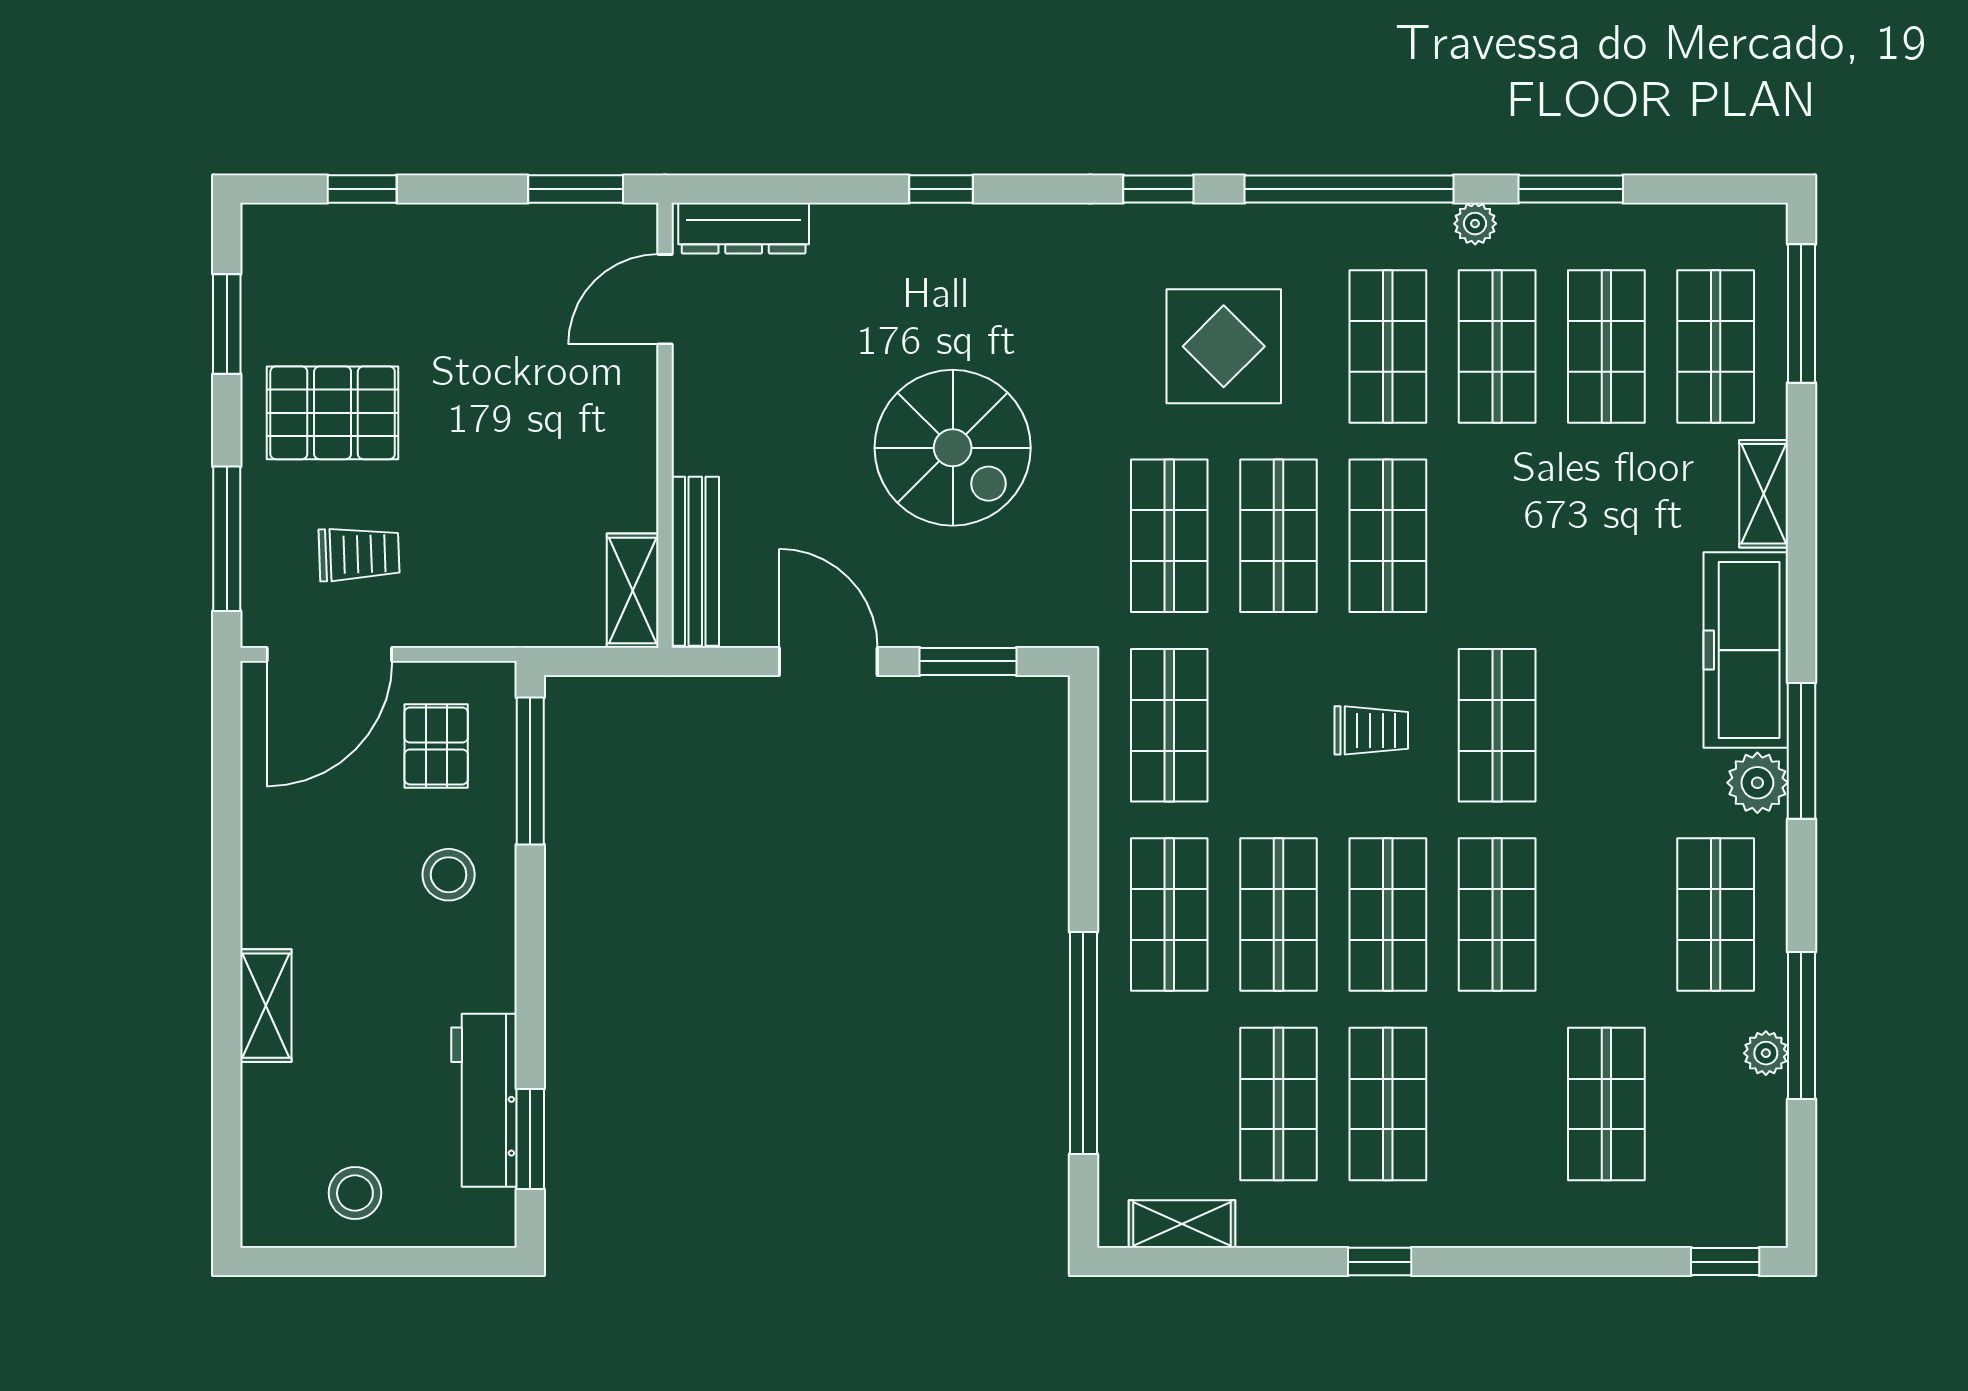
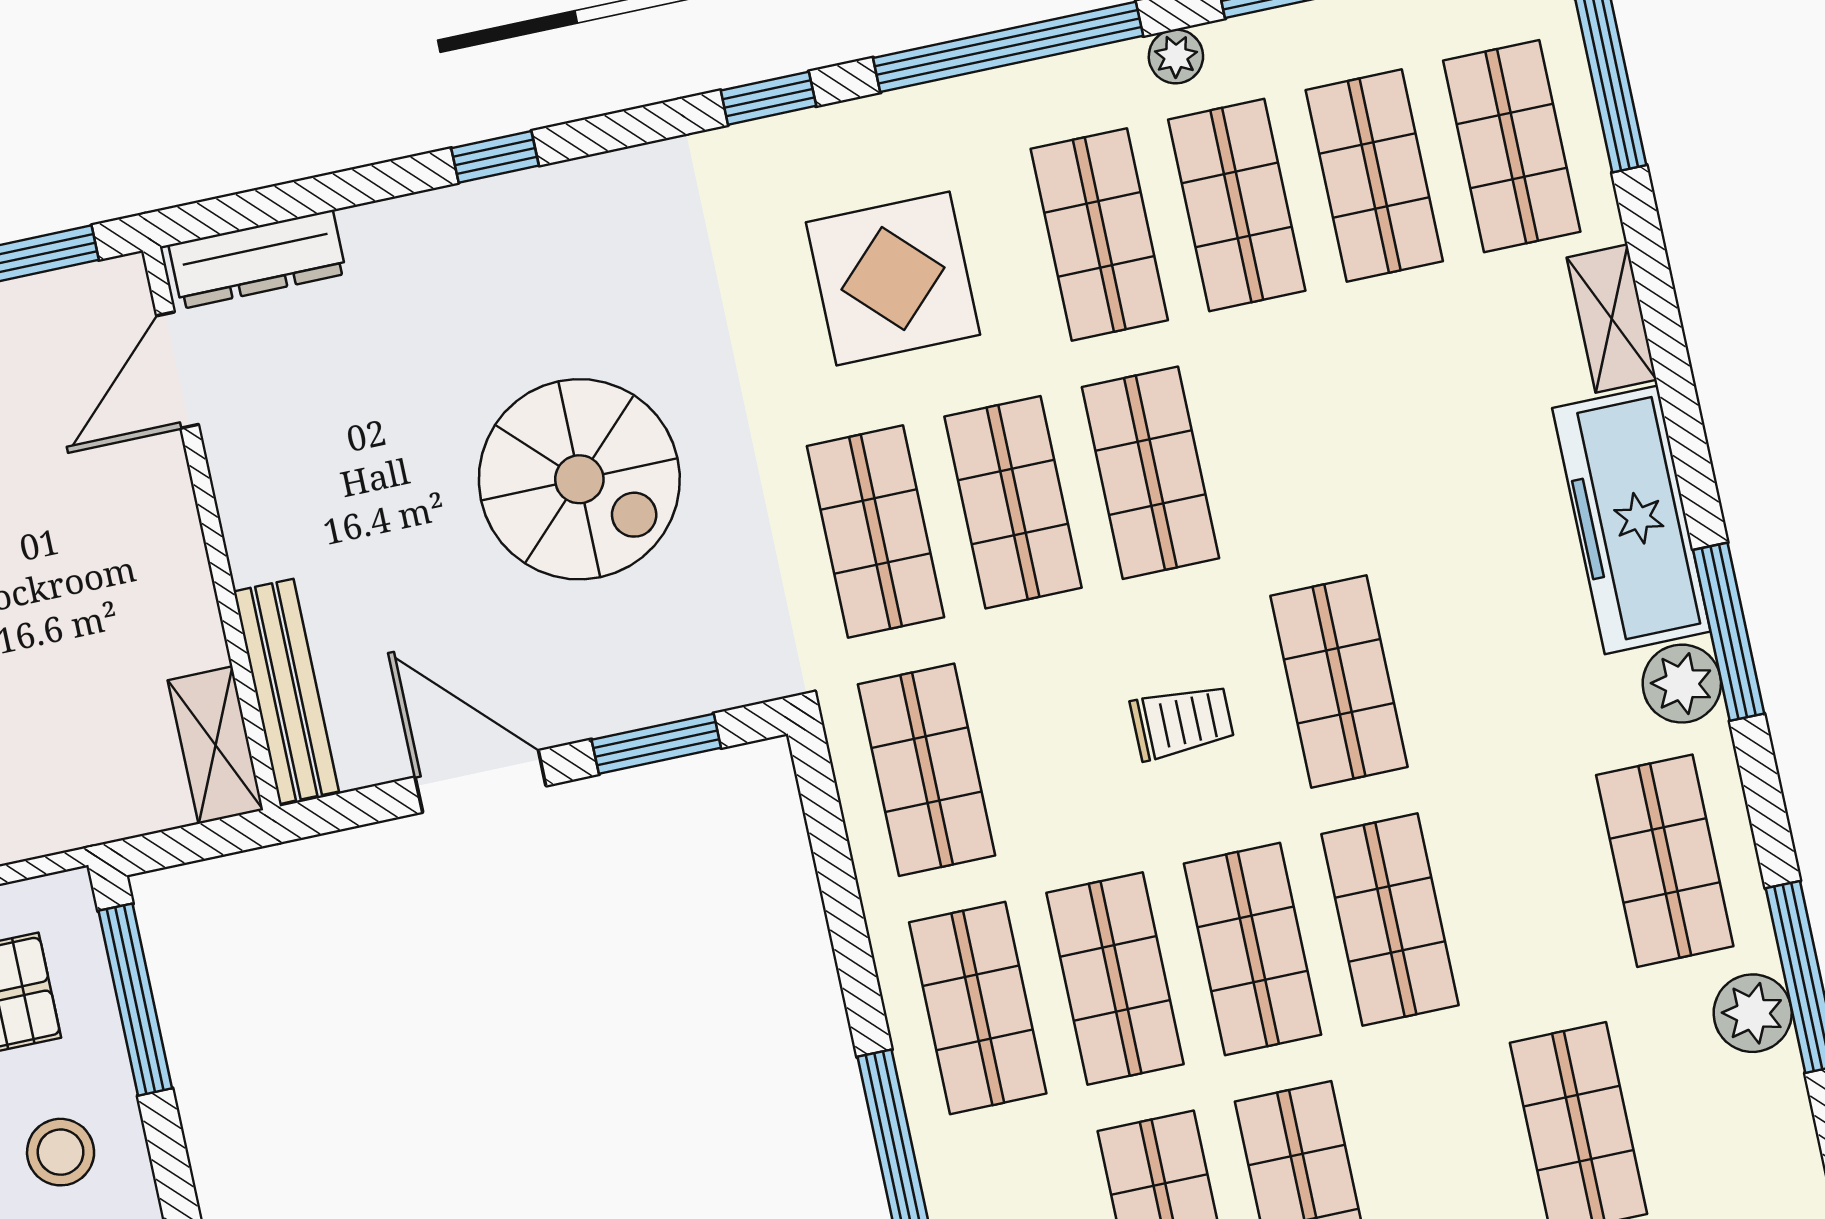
plant: (1766, 1053) -> (1753, 1013), width x1.38, depth x1.38

